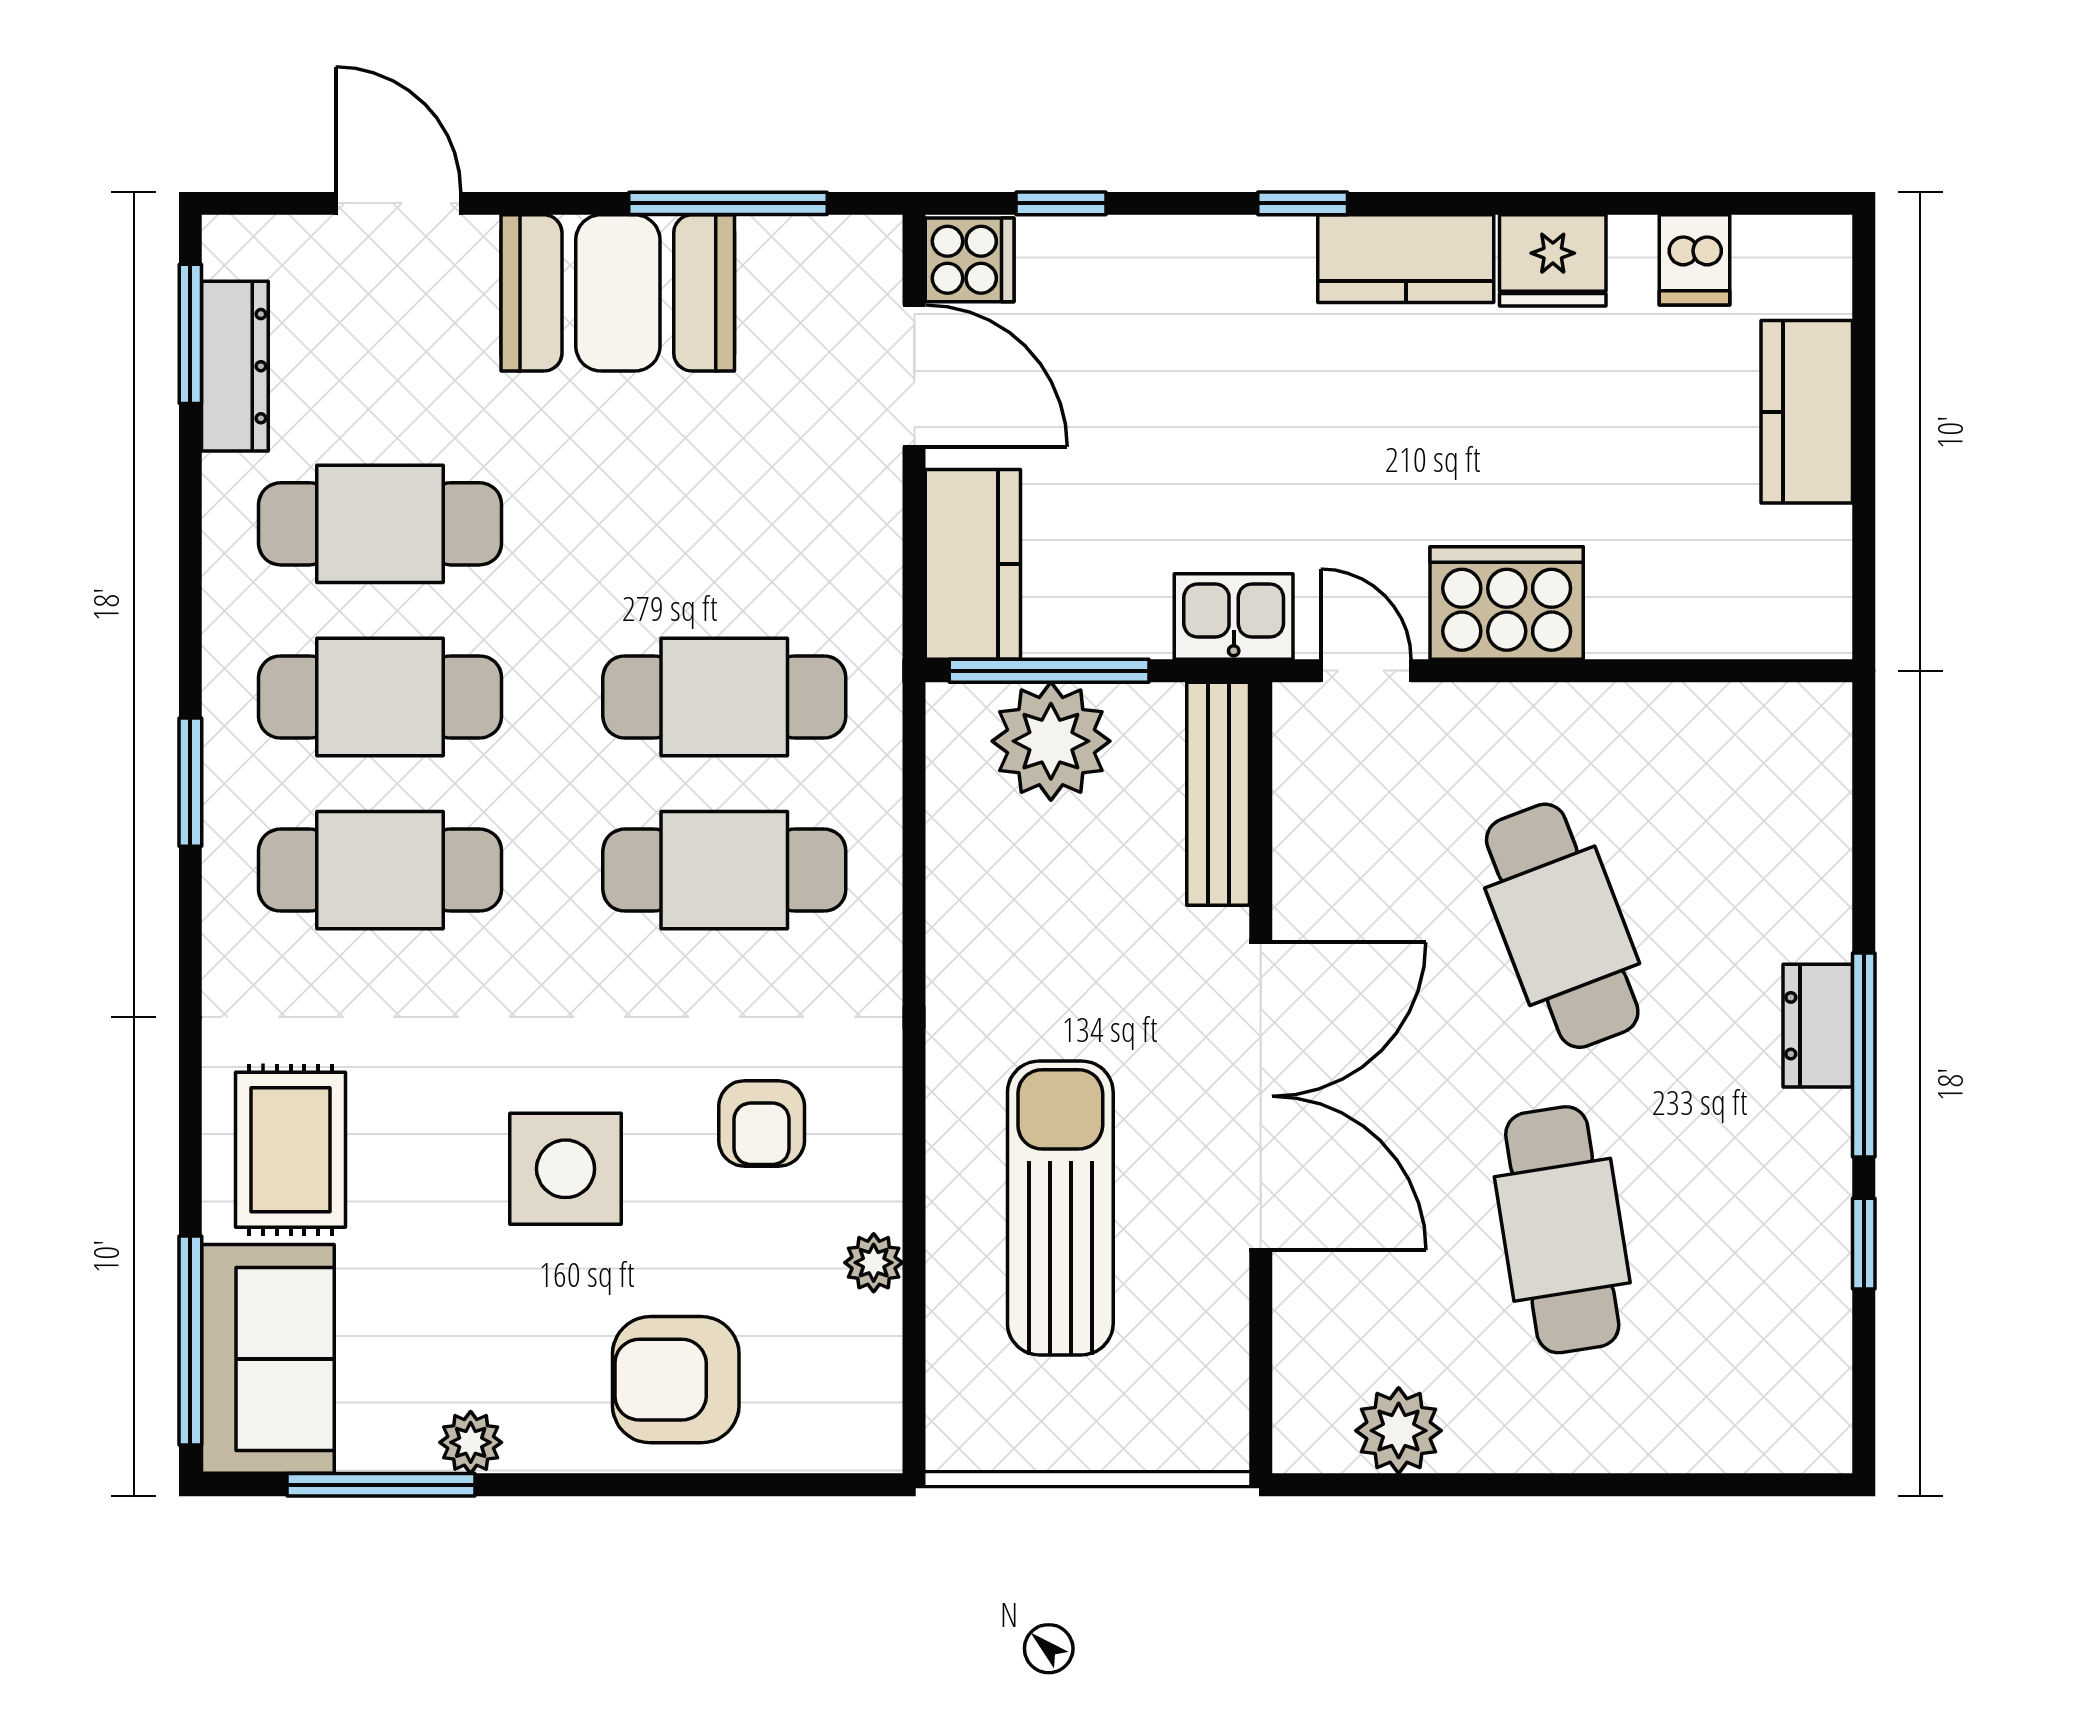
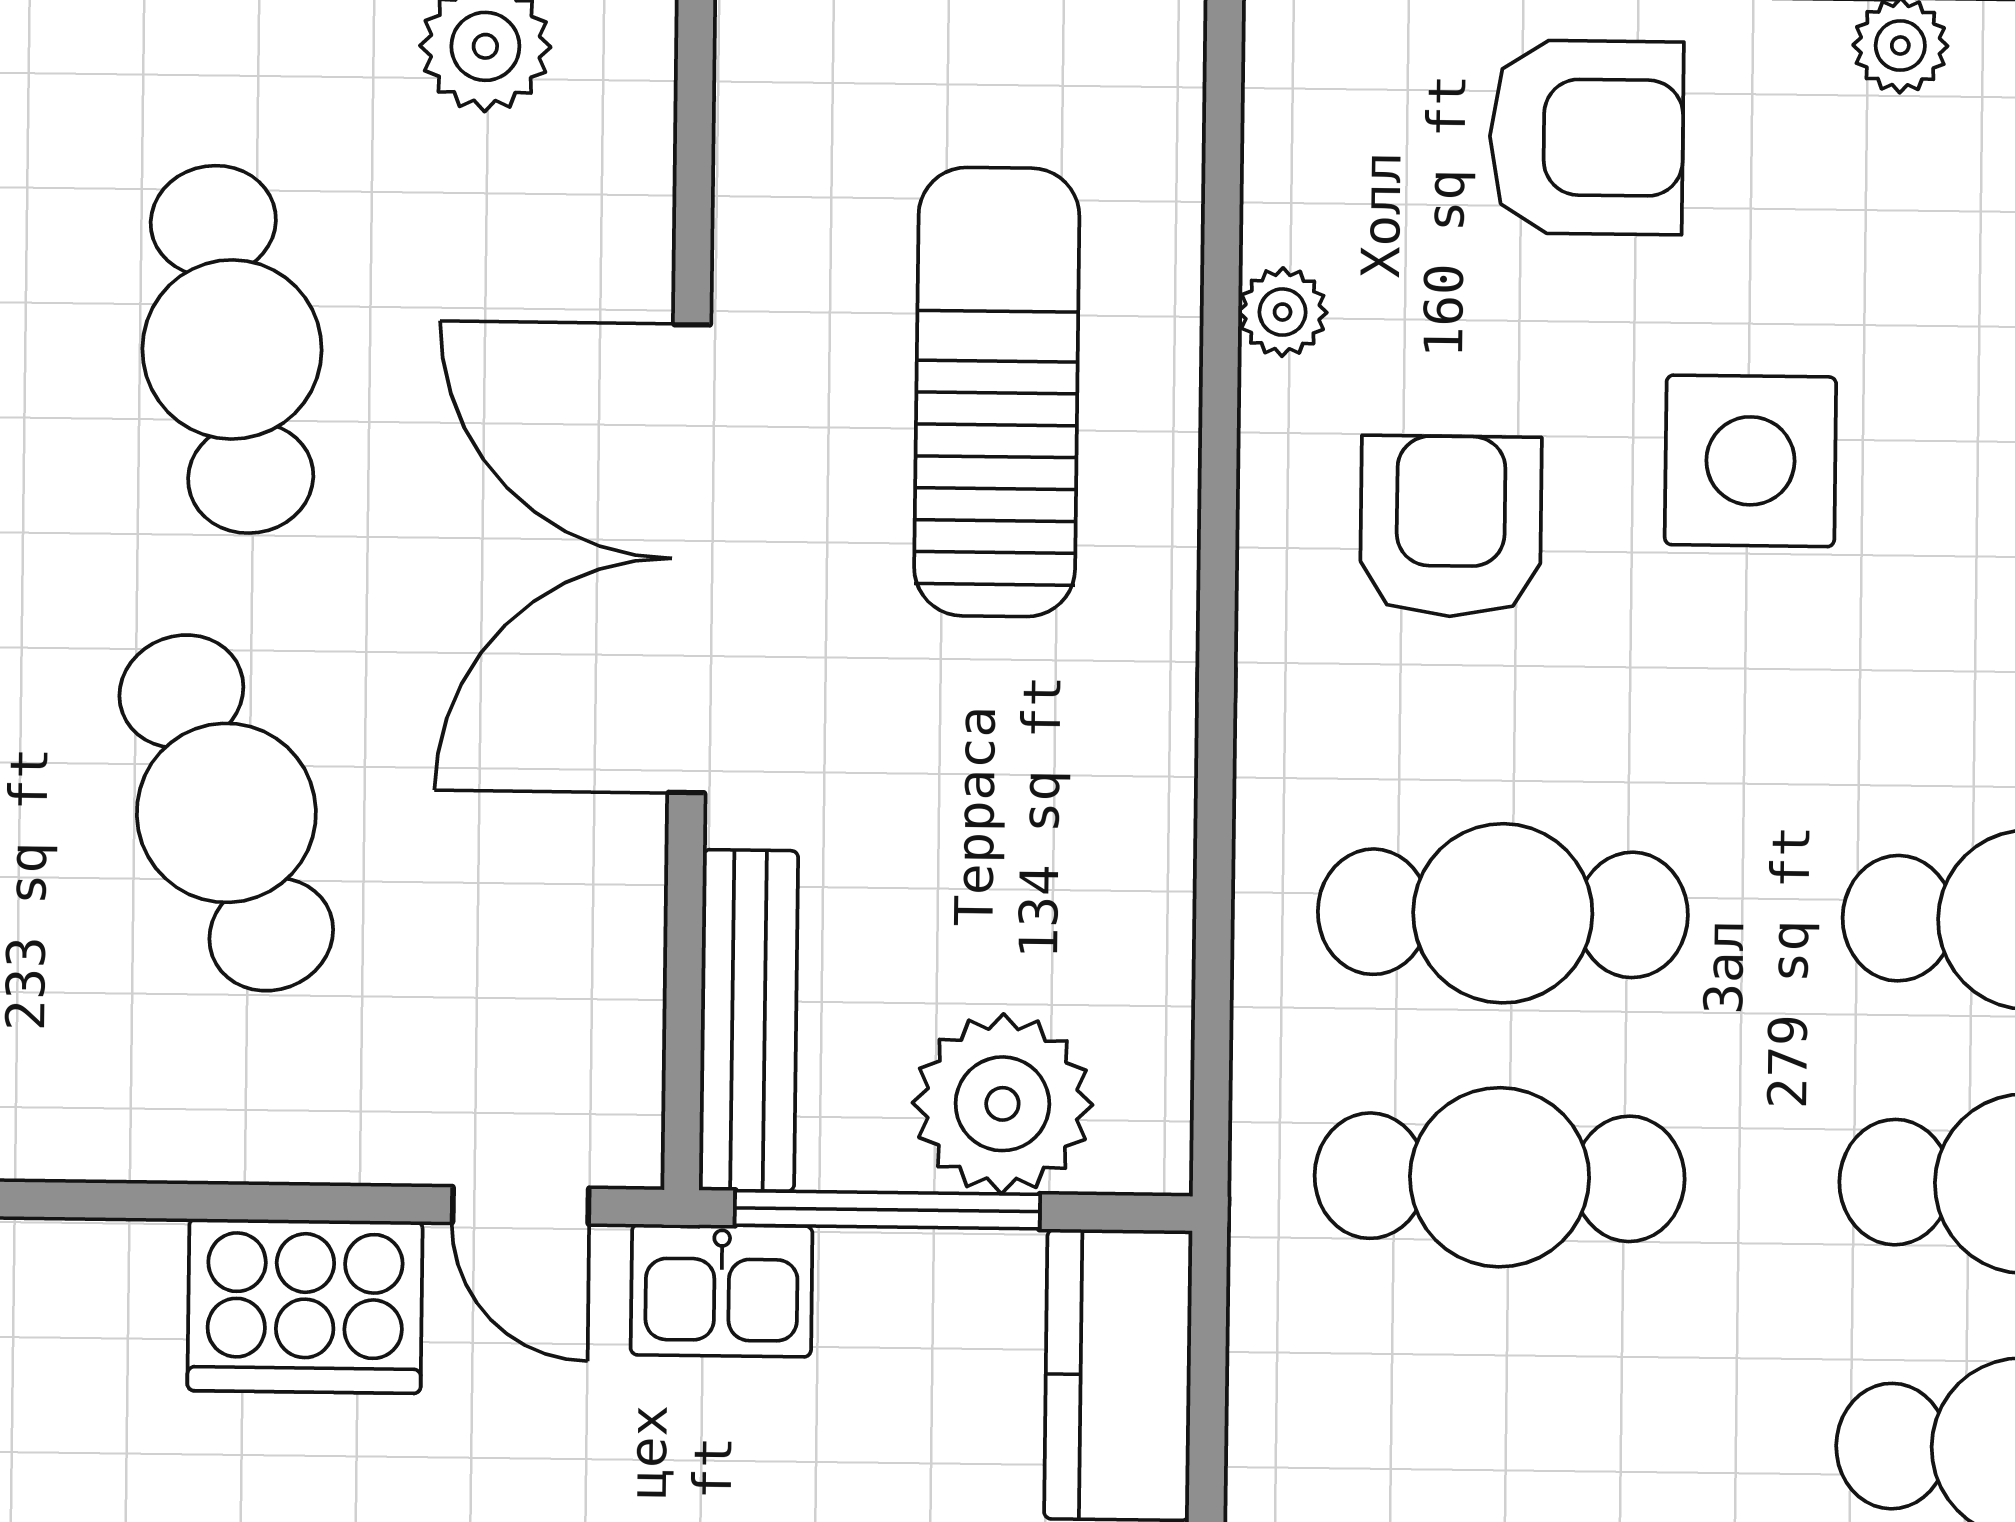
window: (1049, 671) -> (887, 1210), moved
armchair: (762, 1123) -> (1451, 526), width x1.38, depth x1.38
sun lounger: (1060, 1208) -> (997, 392), turned 180

